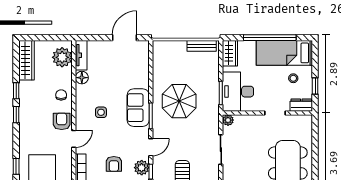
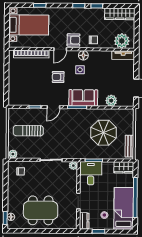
floor lamp: (82, 78) -> (83, 55), moved
desk: (238, 92) -> (91, 173), width x0.73
parasol: (179, 101) -> (104, 133), moved
door: (74, 139) -> (60, 49), hinge flipped
door: (151, 147) -> (53, 107), hinge flipped
armchair: (114, 164) -> (58, 77), moved
plant: (142, 168) -> (111, 101), moved

